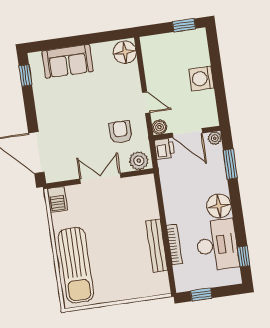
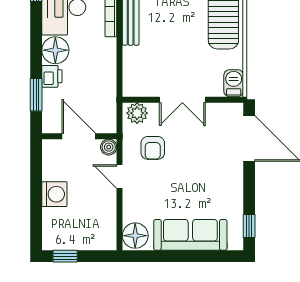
sofa: (68, 61) -> (190, 235), width x1.36
plant: (215, 138) -> (49, 126), removed
printer: (164, 149) -> (52, 76), moved, turned 180

